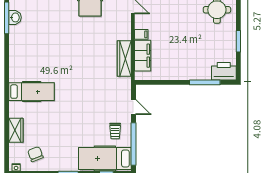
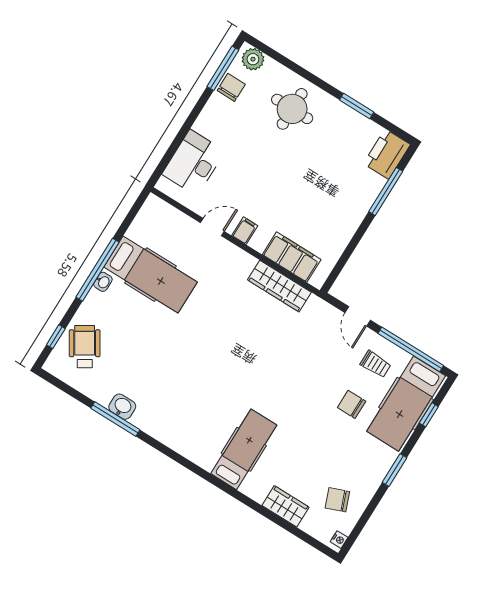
filing cabinet: (141, 34) -> (245, 231), moved
door: (134, 107) -> (358, 316), swing flipped
chair: (88, 132) -> (352, 404), added

